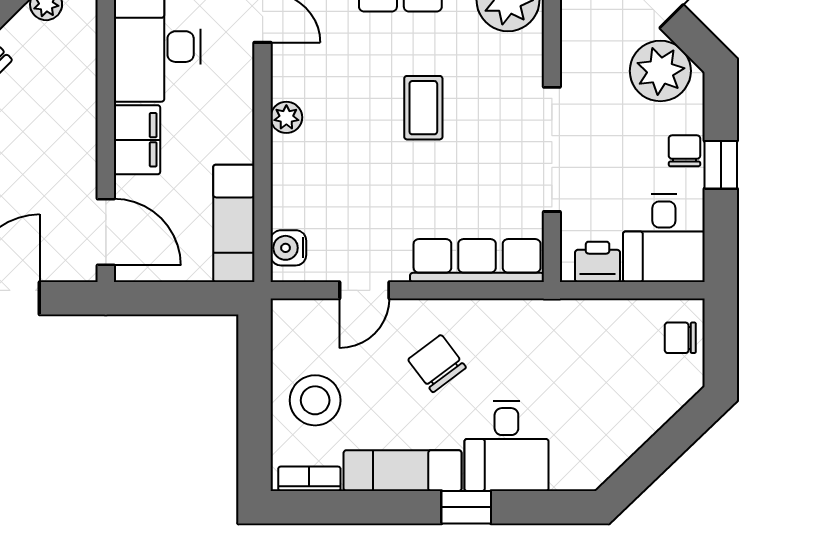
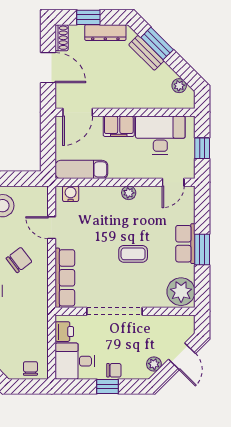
plant: (660, 71) -> (154, 364), width x0.53, depth x0.53

